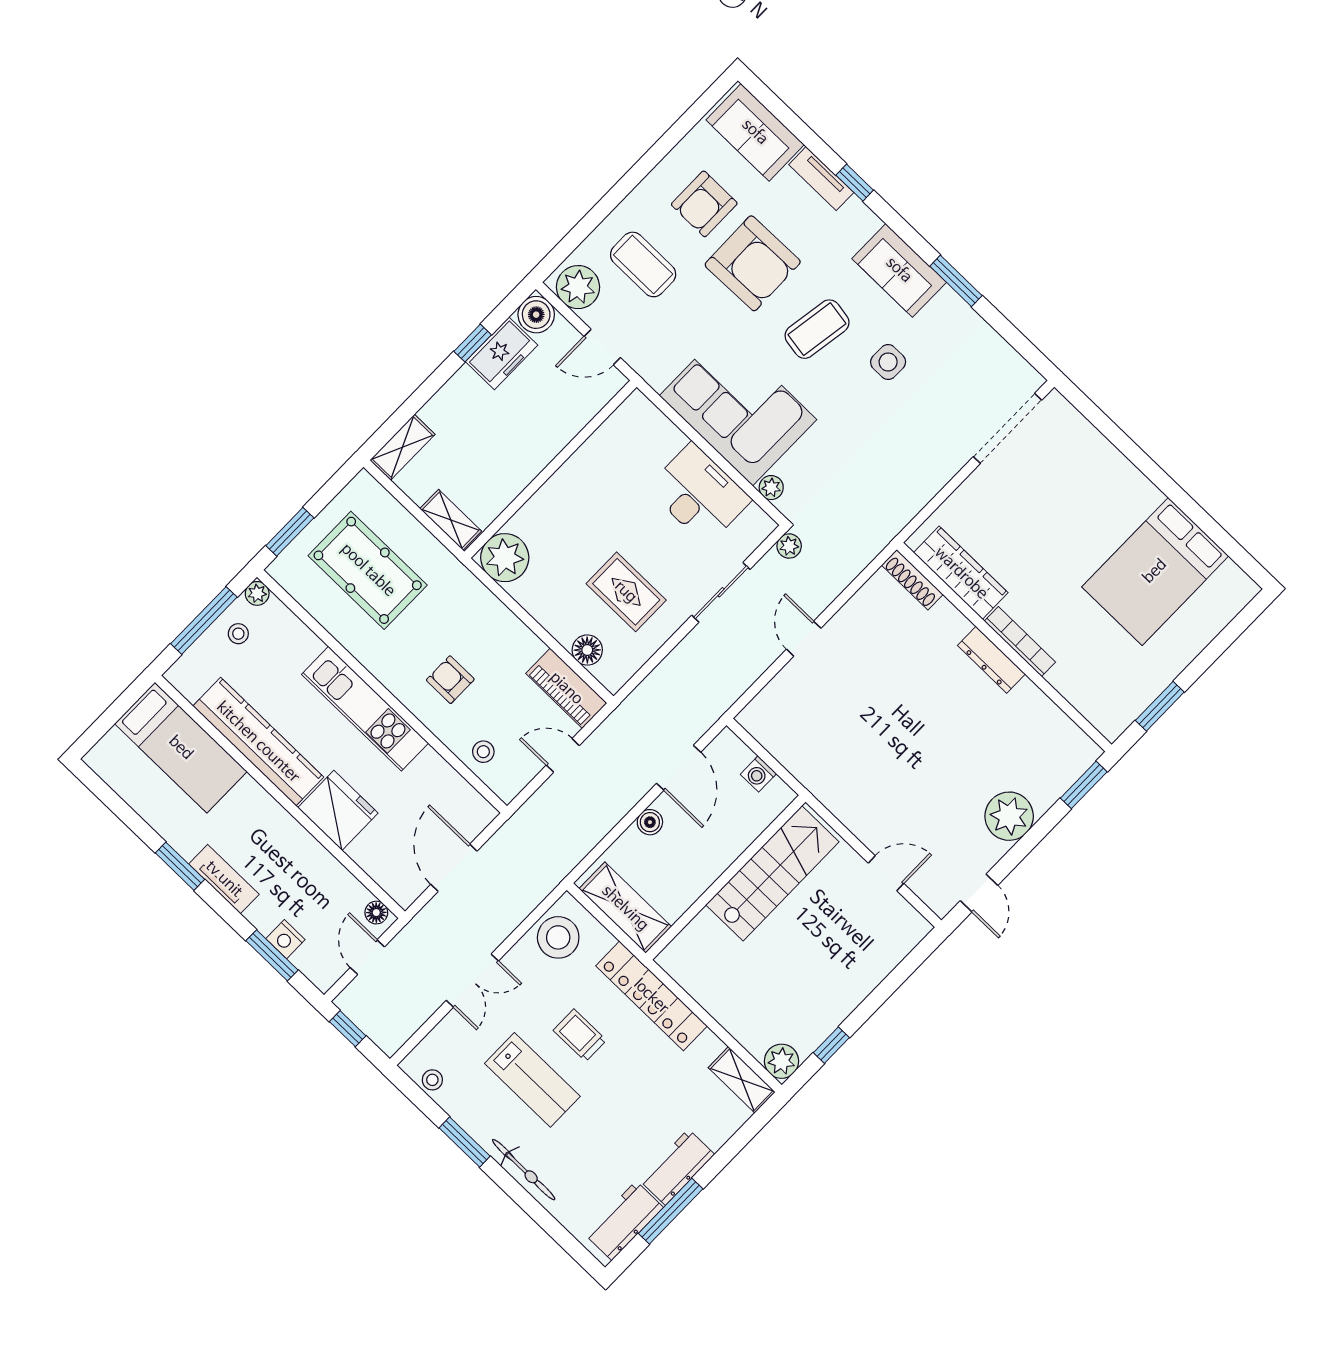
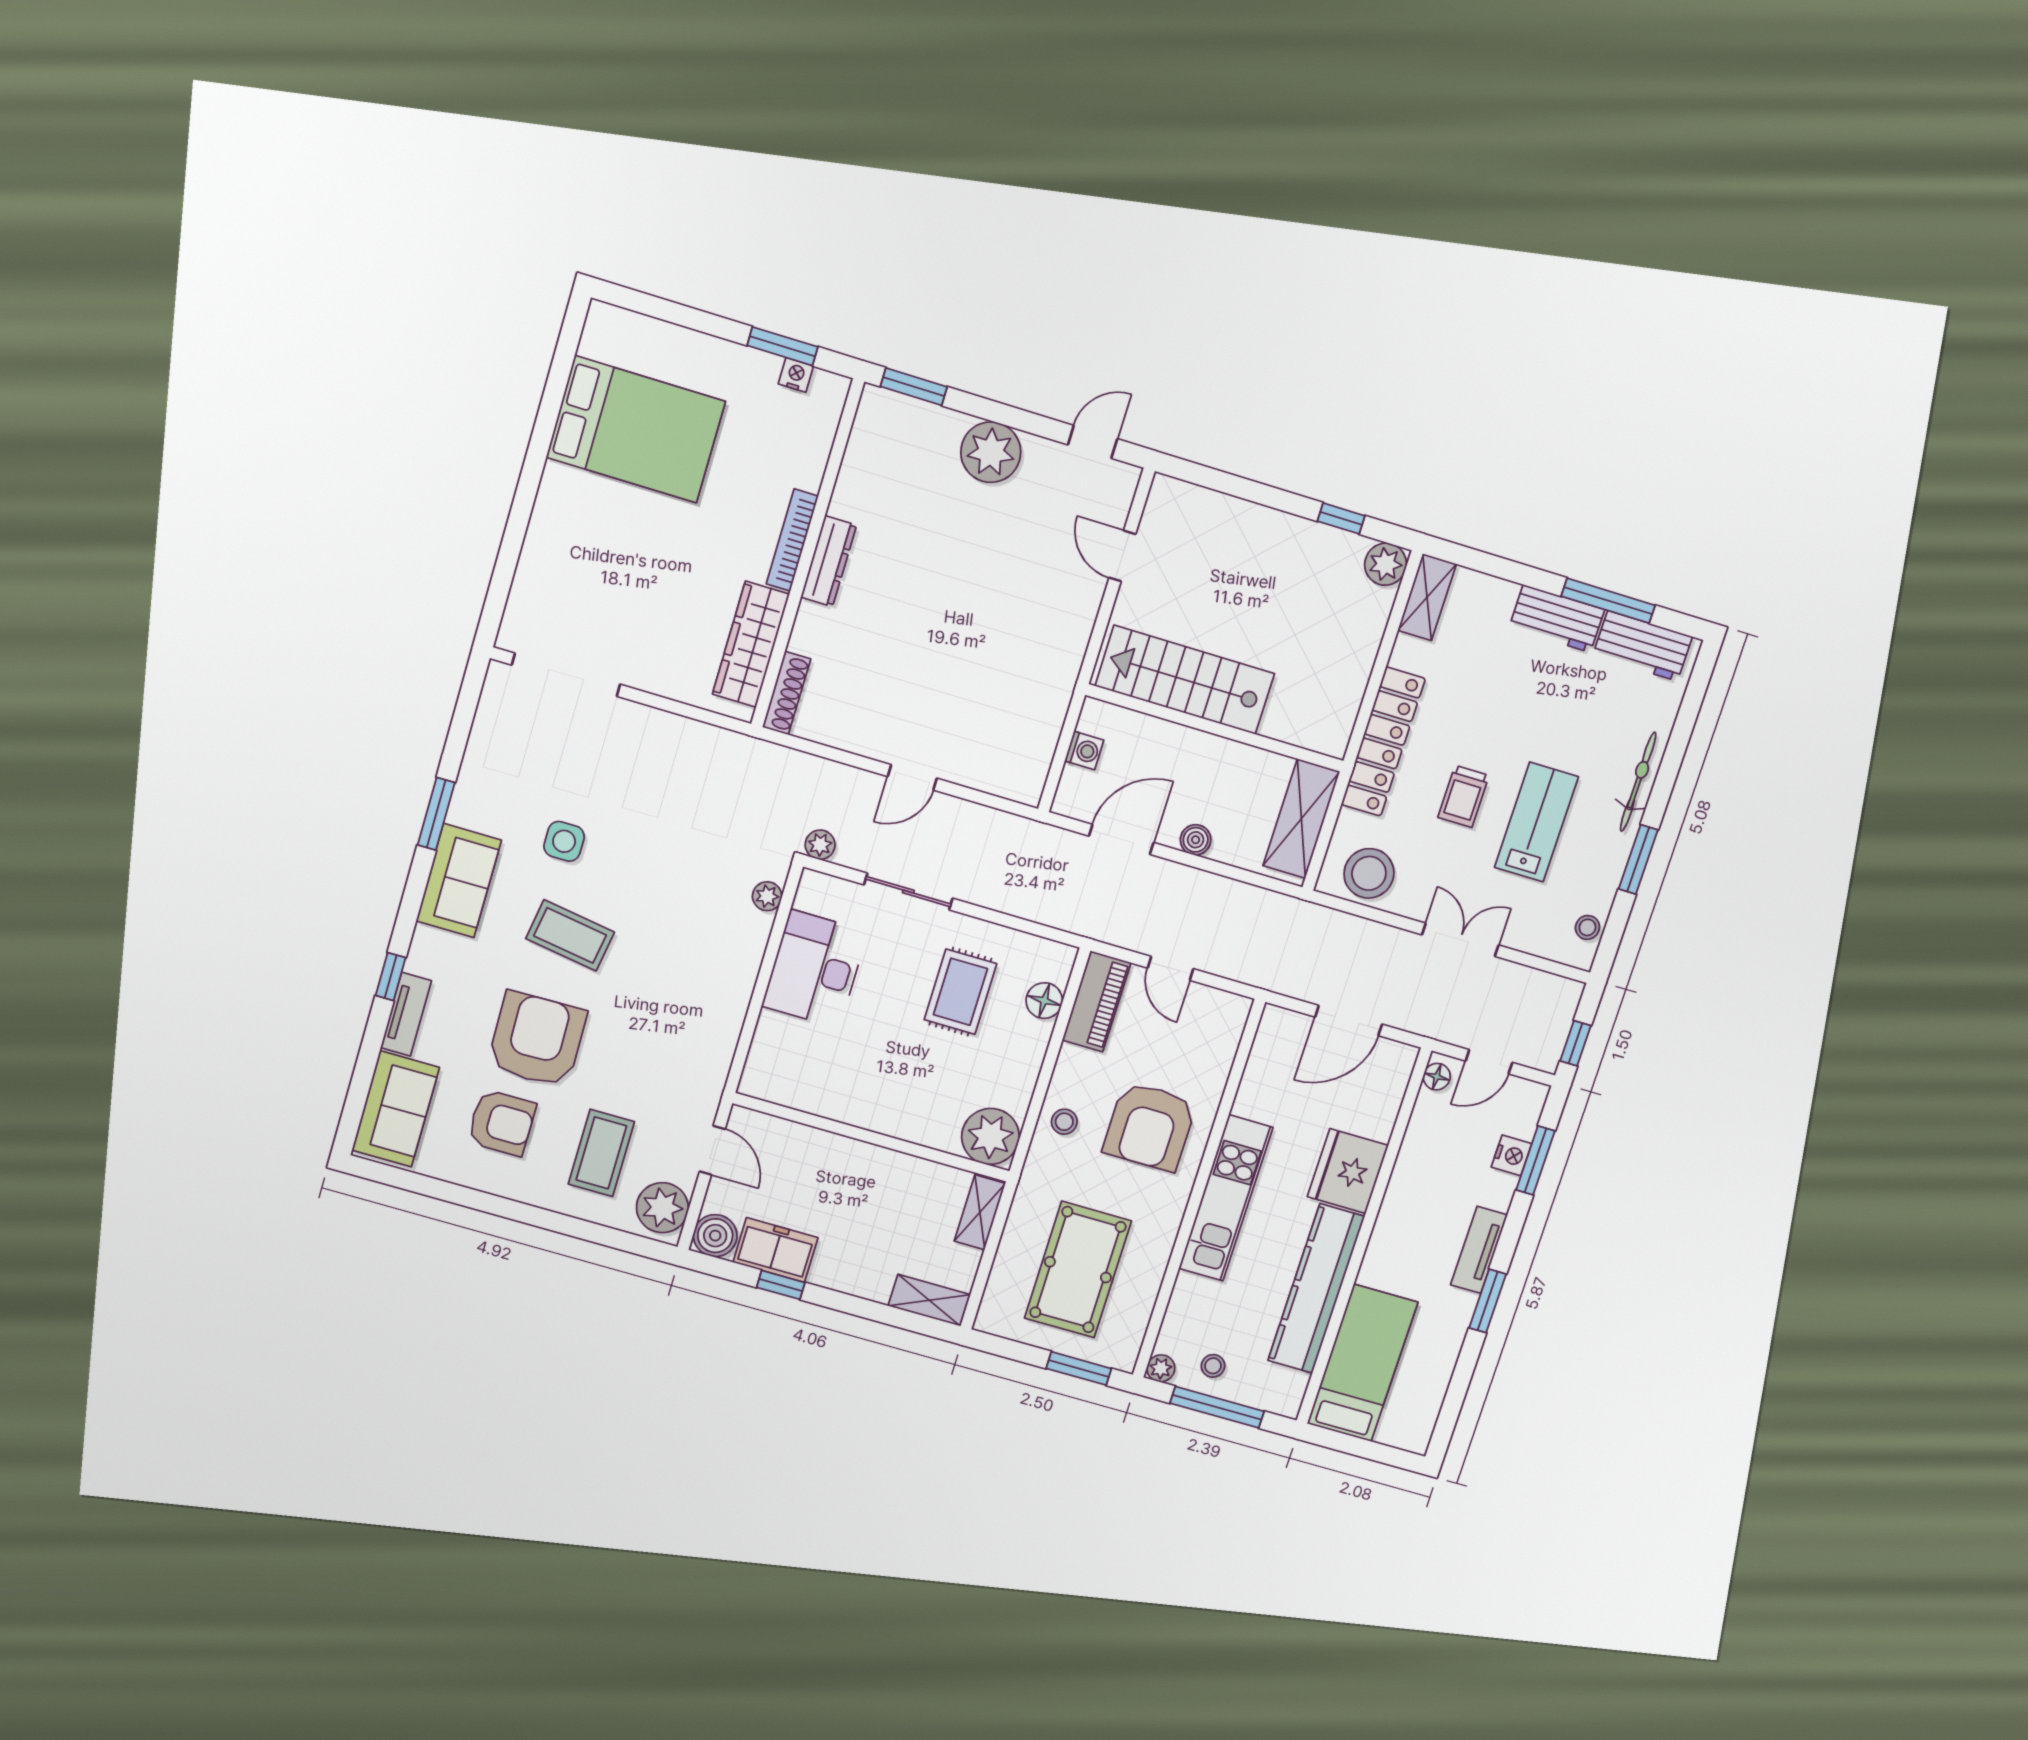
corner sofa: (738, 408) -> (700, 975), removed
armchair: (450, 680) -> (1150, 1126), width x1.88, depth x1.88
nightstand: (1135, 705) -> (796, 375), added
stool: (483, 752) -> (1064, 1122), moved

